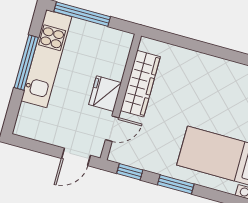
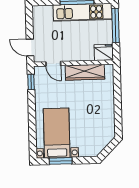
fridge: (105, 94) -> (104, 52), moved
window: (176, 184) -> (32, 111), removed

